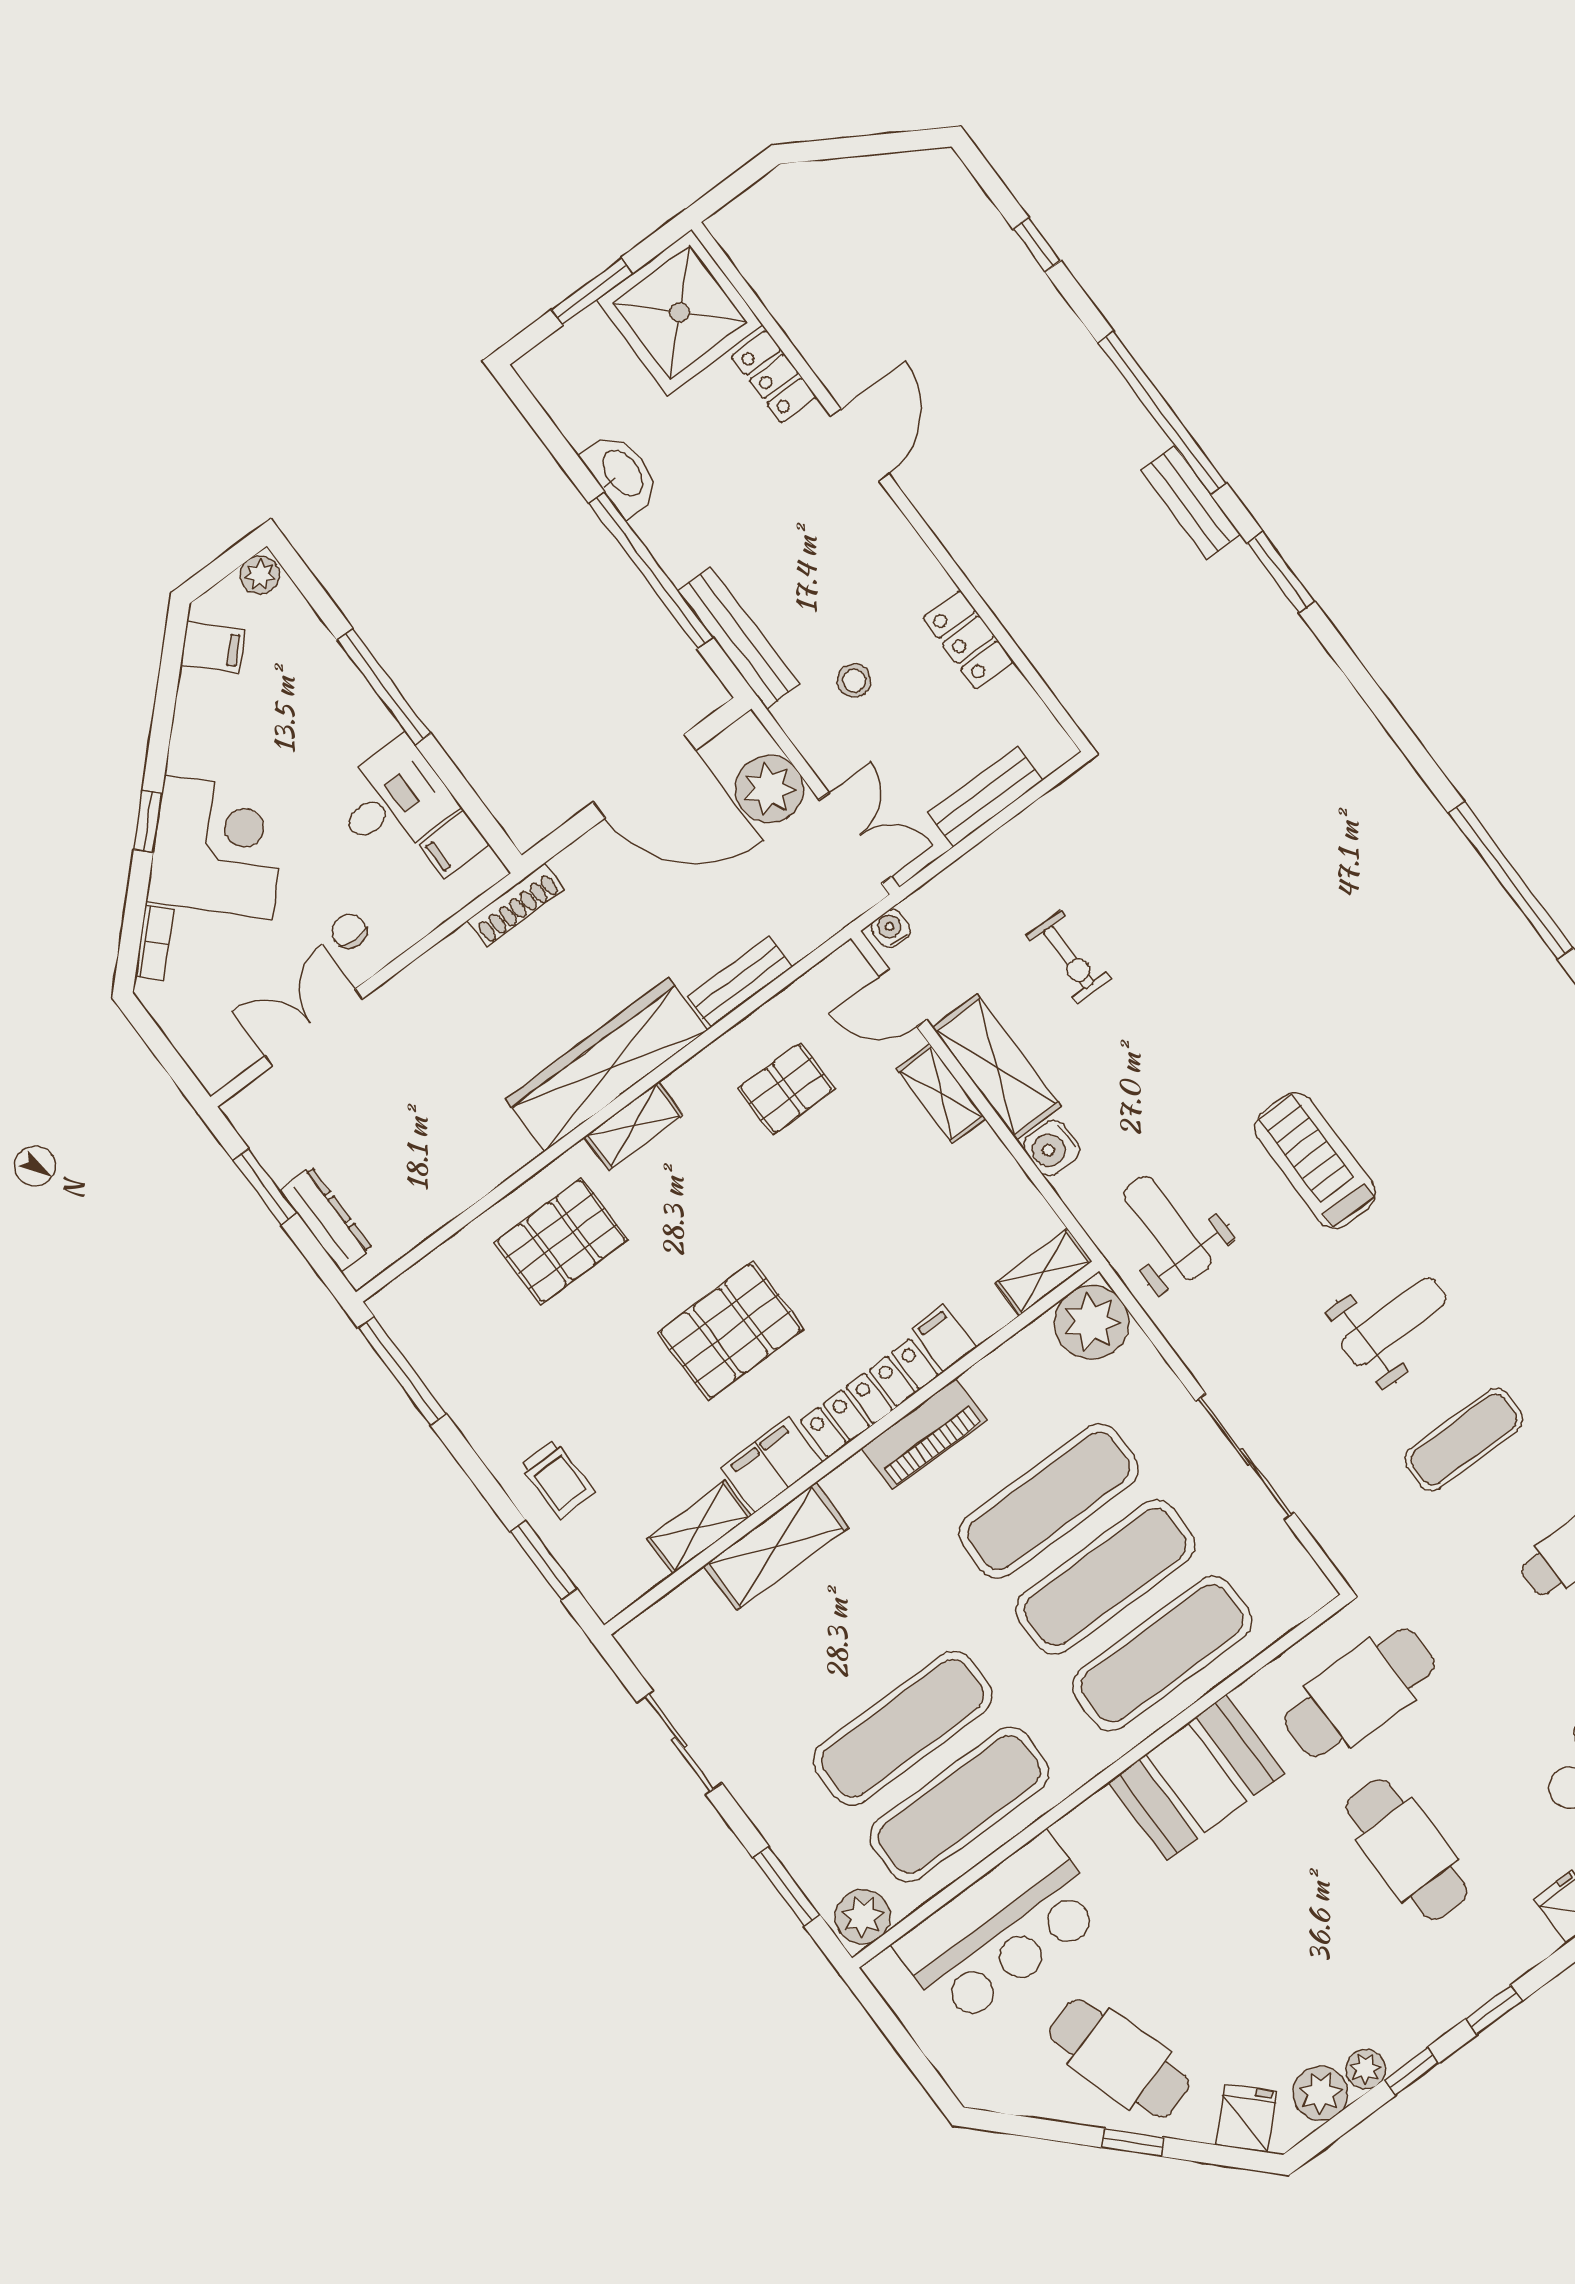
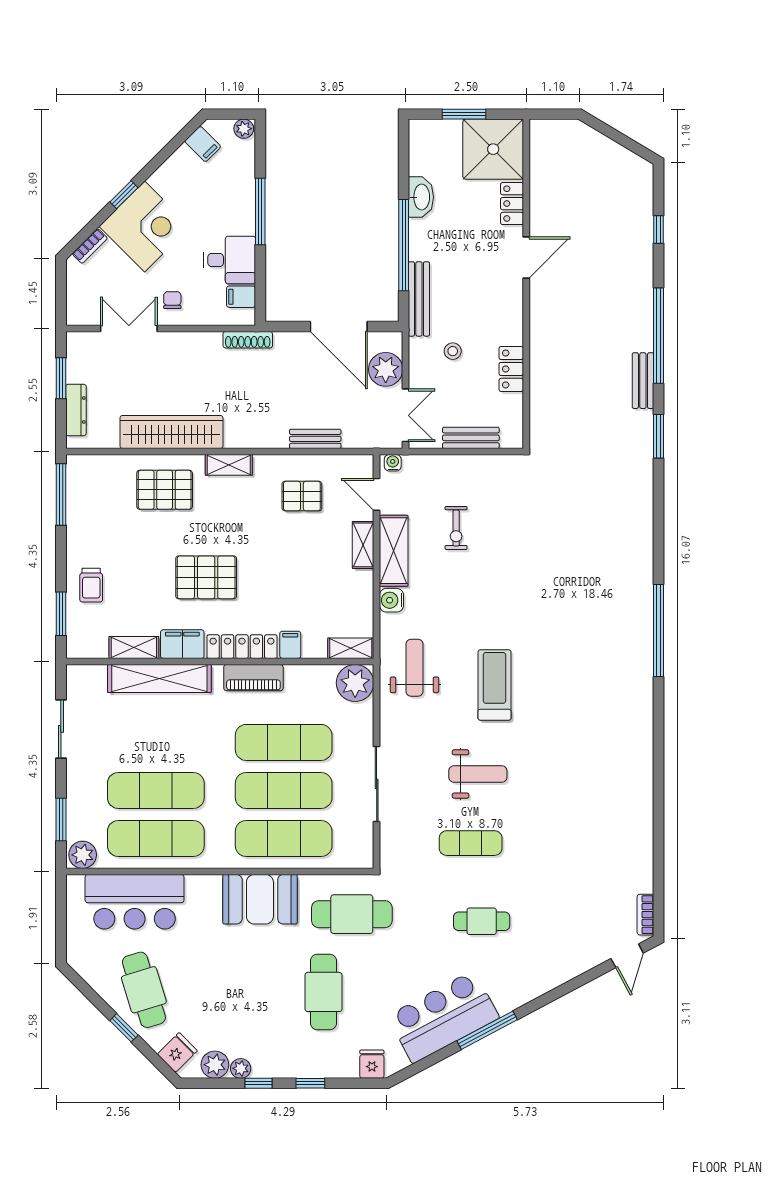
wardrobe: (607, 1065) -> (171, 432), moved
shelving: (776, 1546) -> (159, 679), width x1.47

